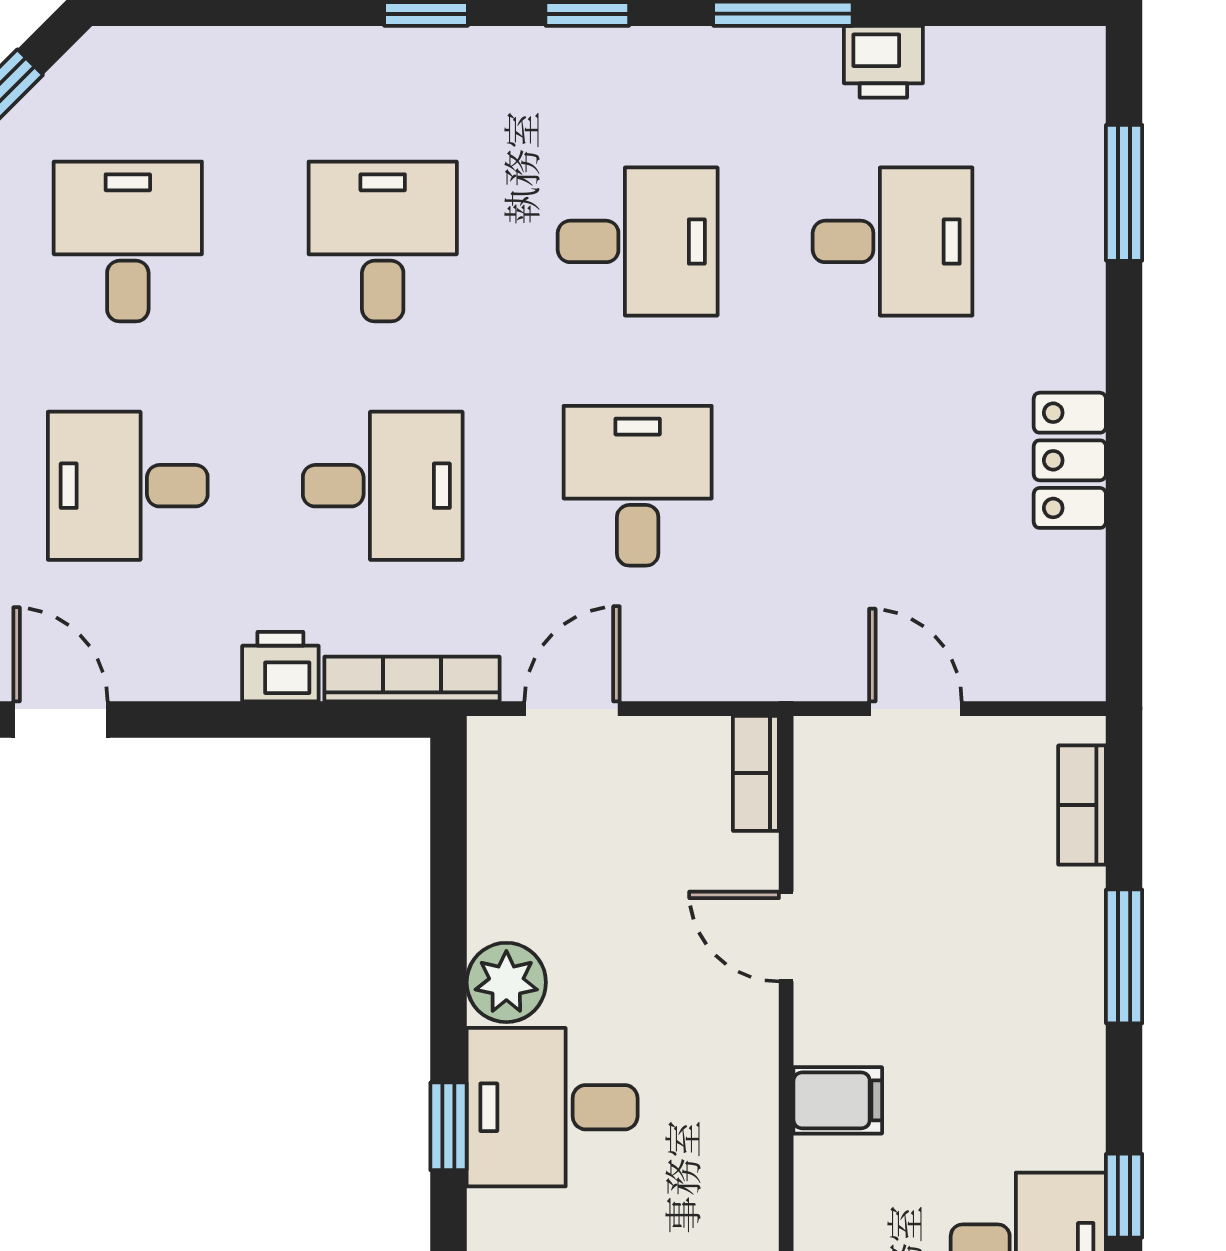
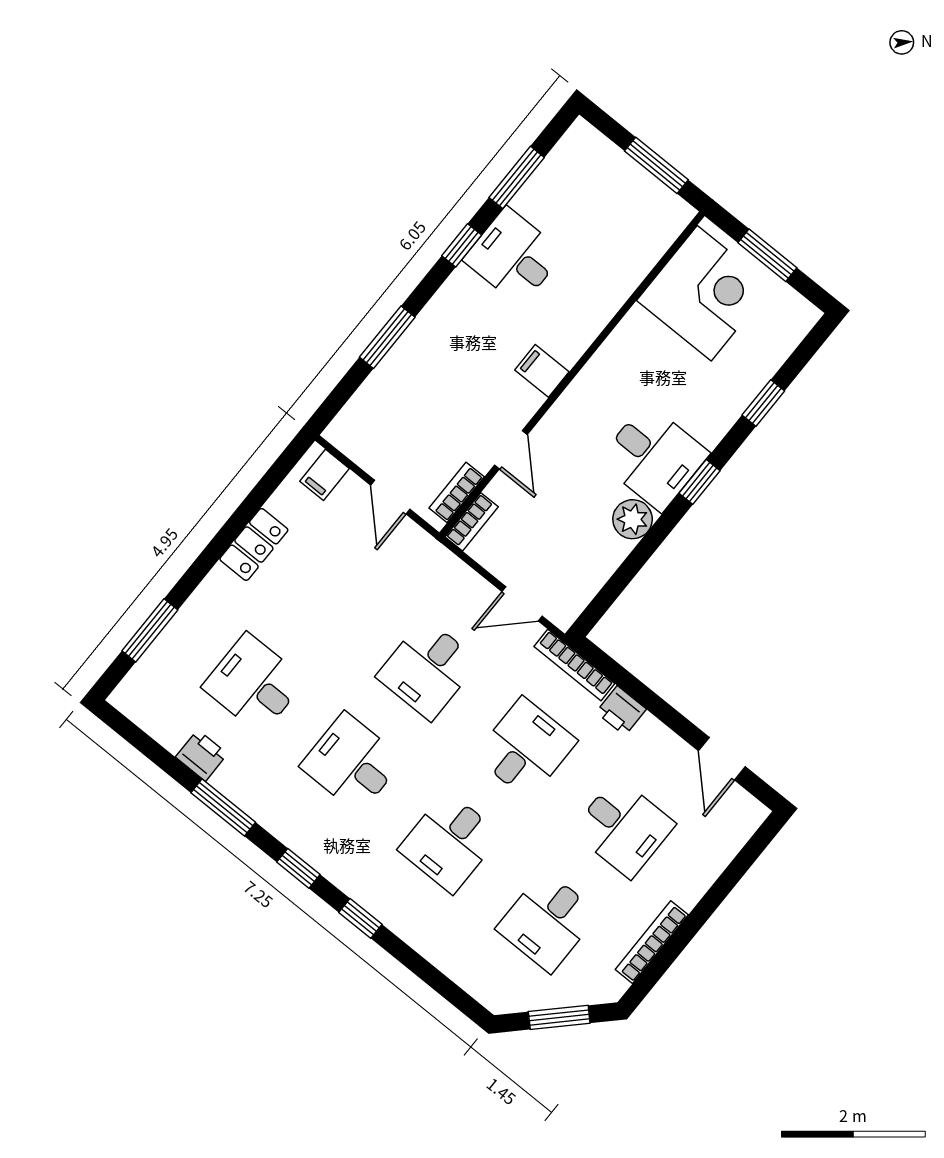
desk: (383, 486) -> (526, 748), turned 90
filing cabinet: (1047, 660) -> (324, 475), added
bookcase: (1082, 805) -> (457, 492), moved, turned 180

